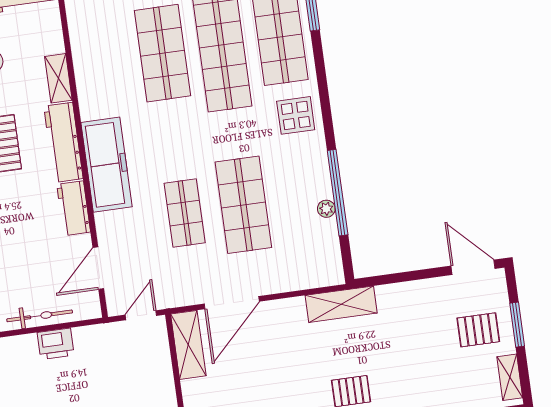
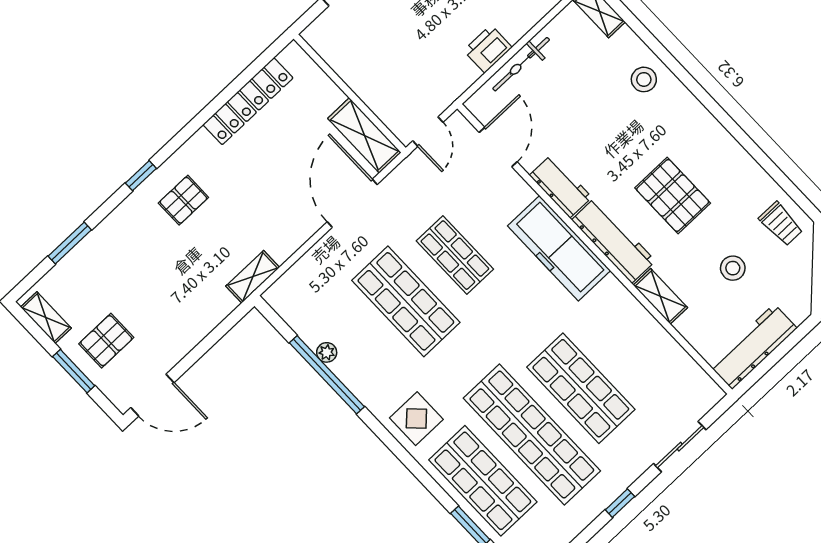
shelving: (341, 304) -> (253, 277), width x0.67, depth x0.75

